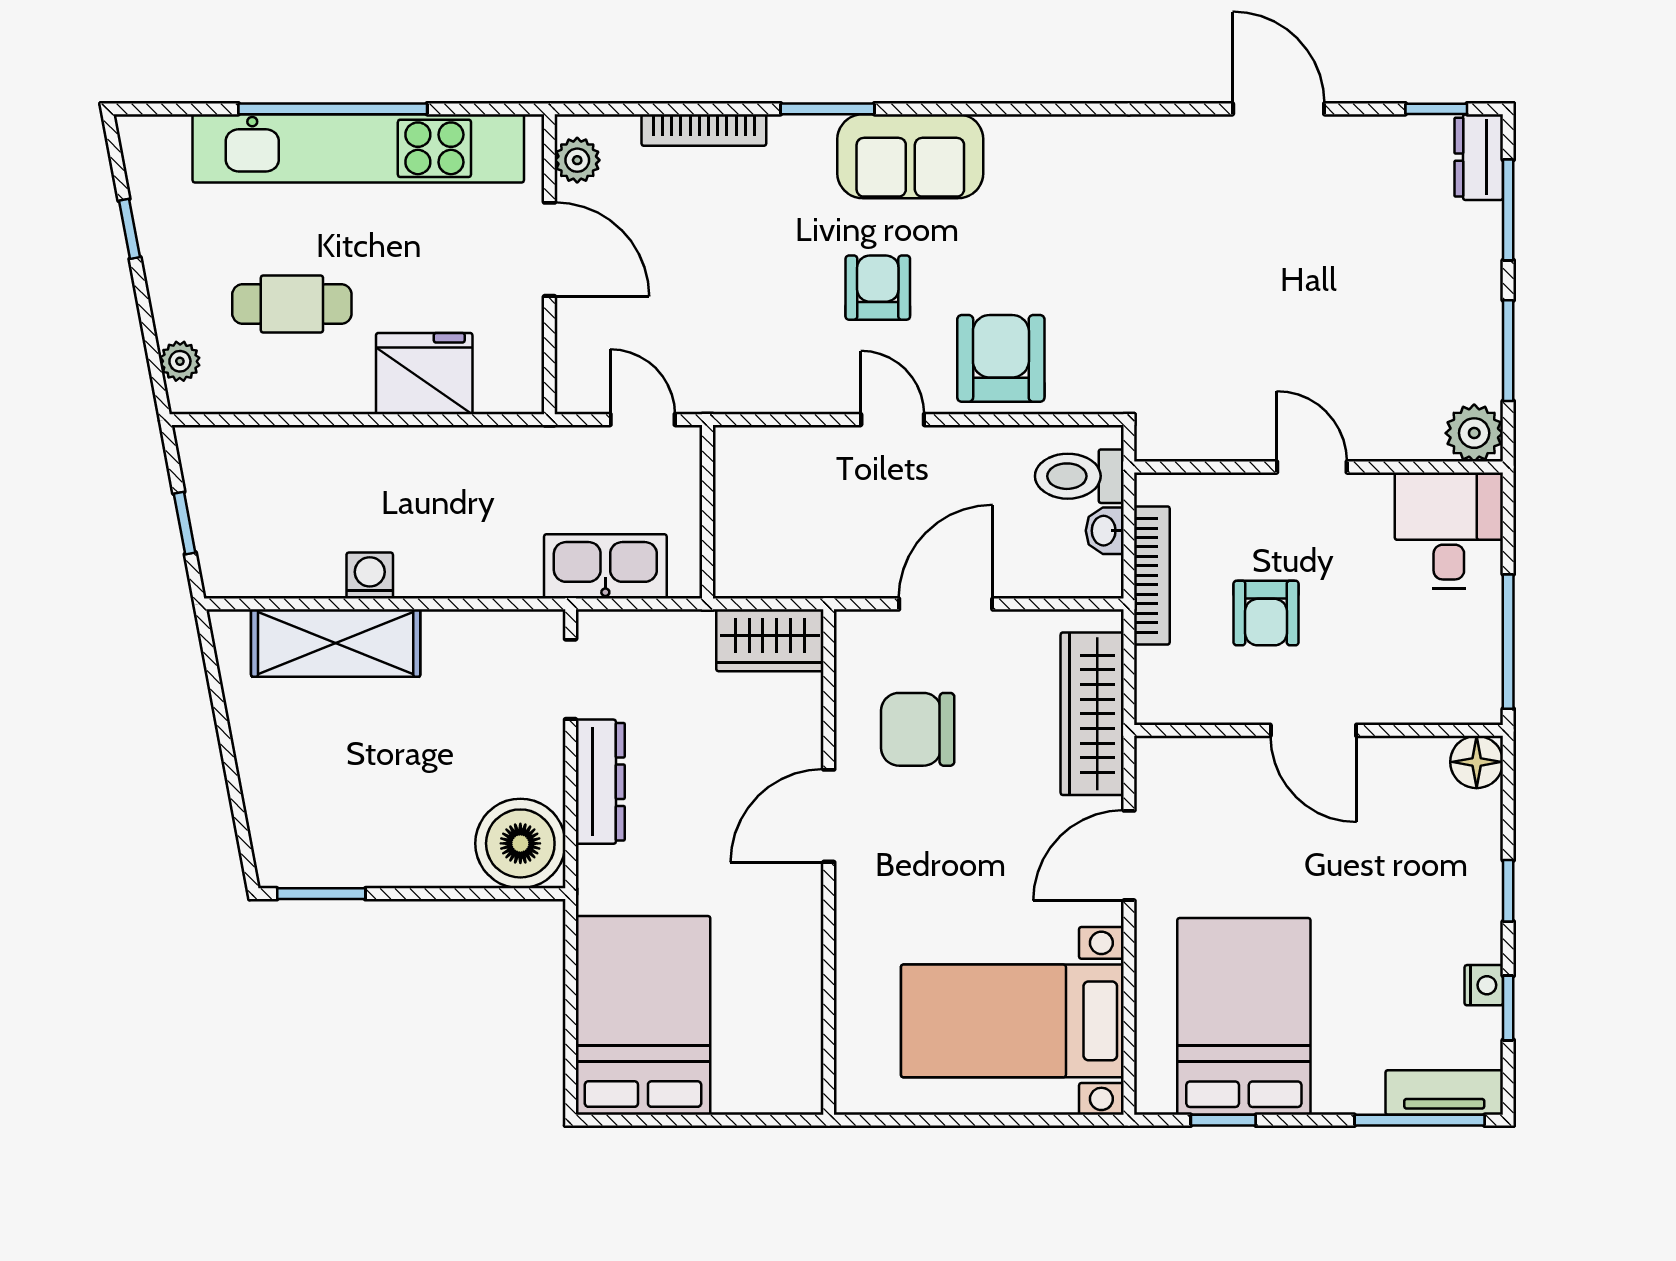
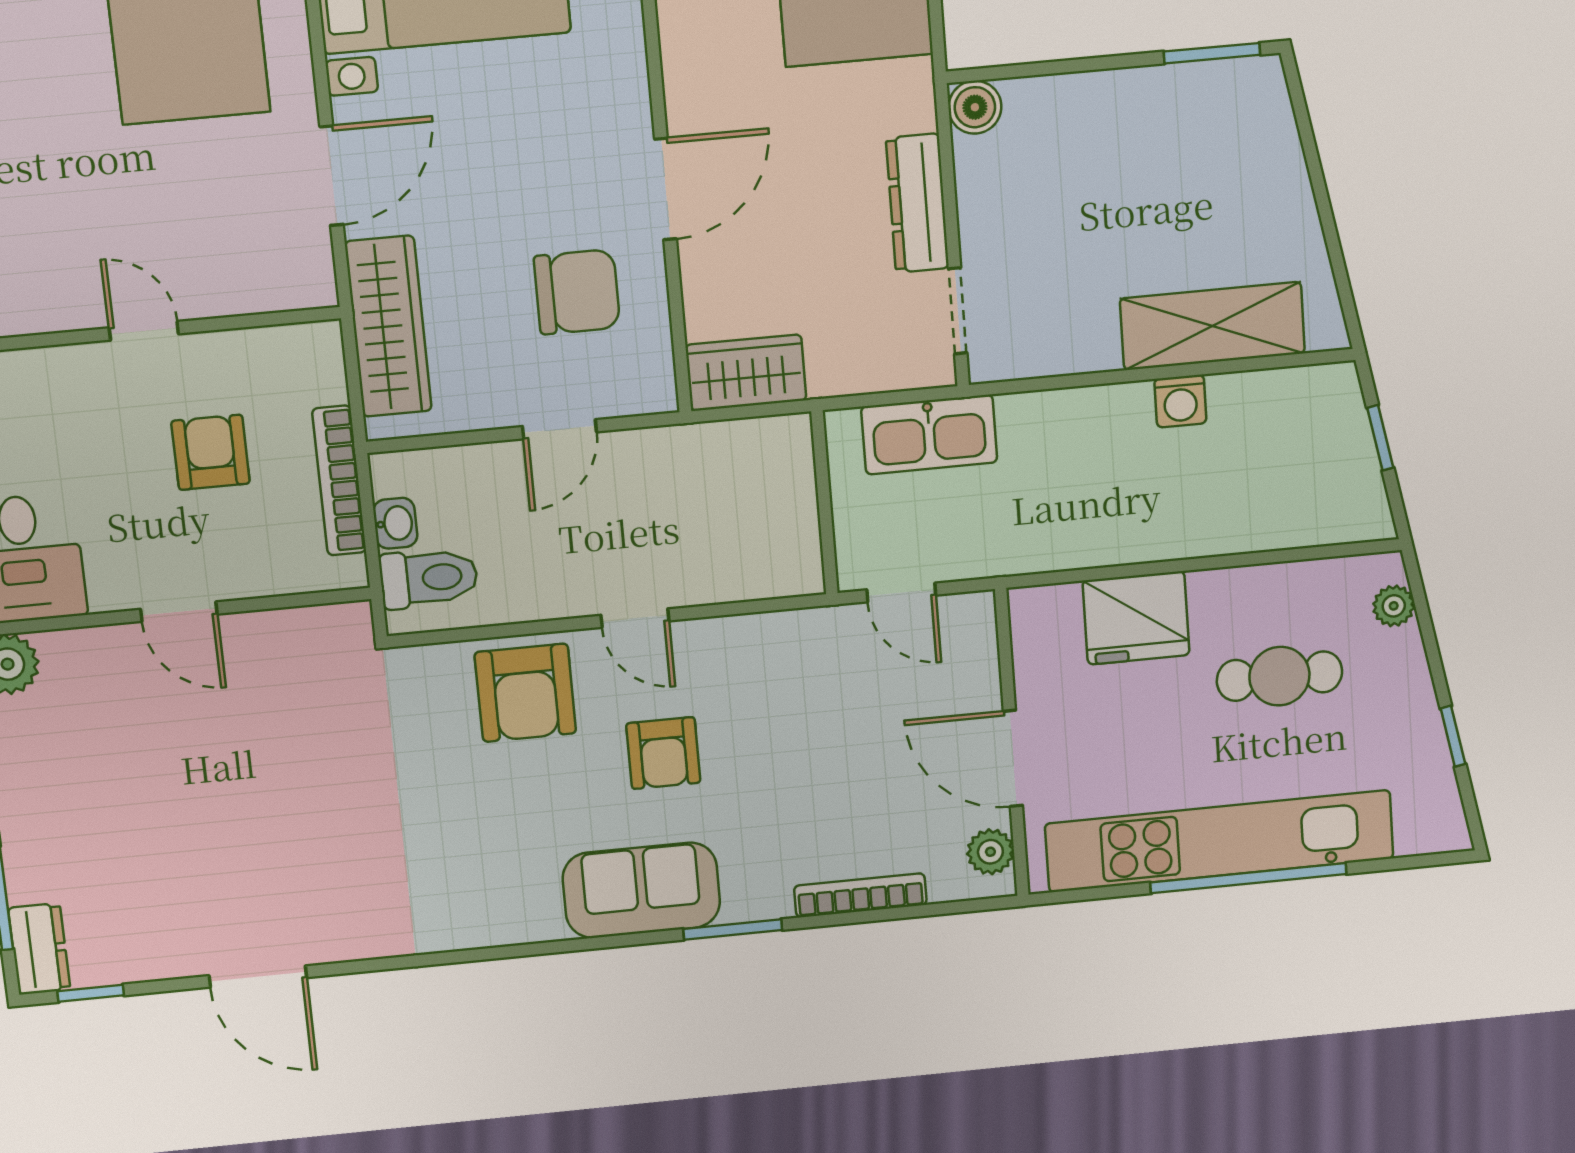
door: (946, 604) -> (559, 429), width x0.73
door: (1313, 730) -> (144, 331), width x0.73
boiler: (520, 843) -> (975, 107), width x0.54, depth x0.54

